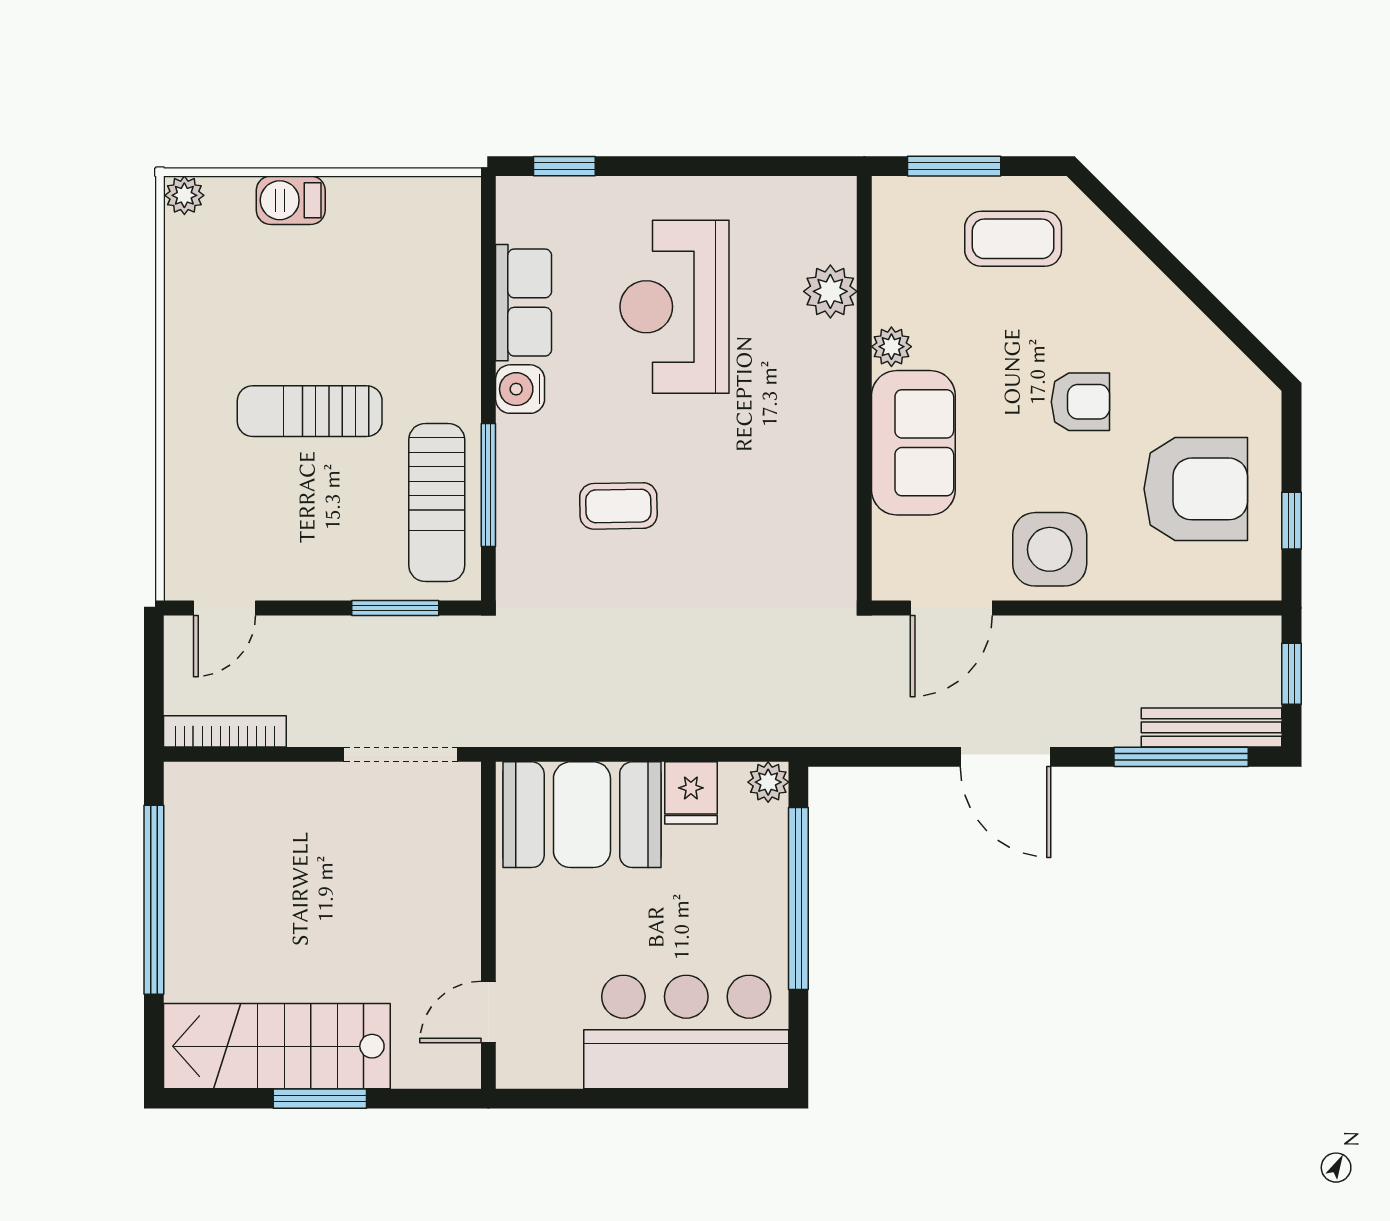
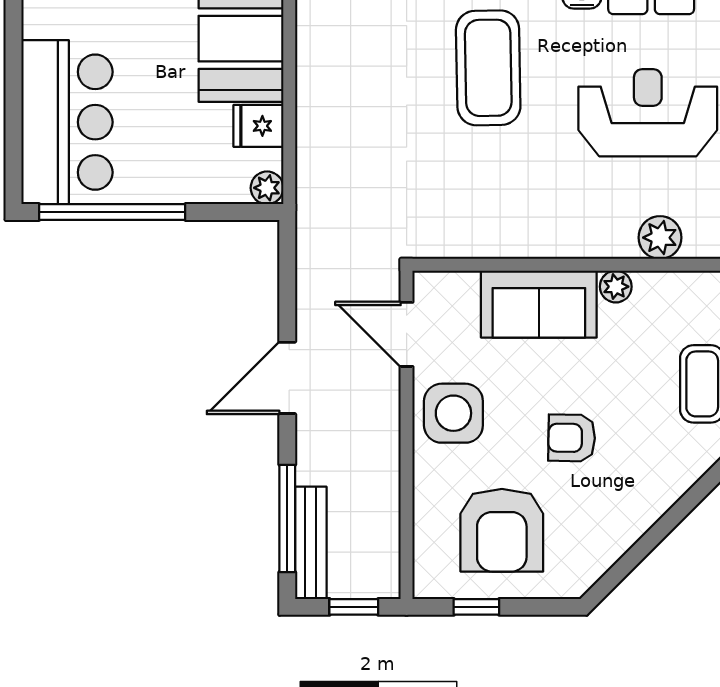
armchair: (1080, 402) -> (572, 438), turned 91
coffee table: (618, 506) -> (488, 68), width x1.86, depth x1.72
window: (798, 899) -> (112, 212), moved

